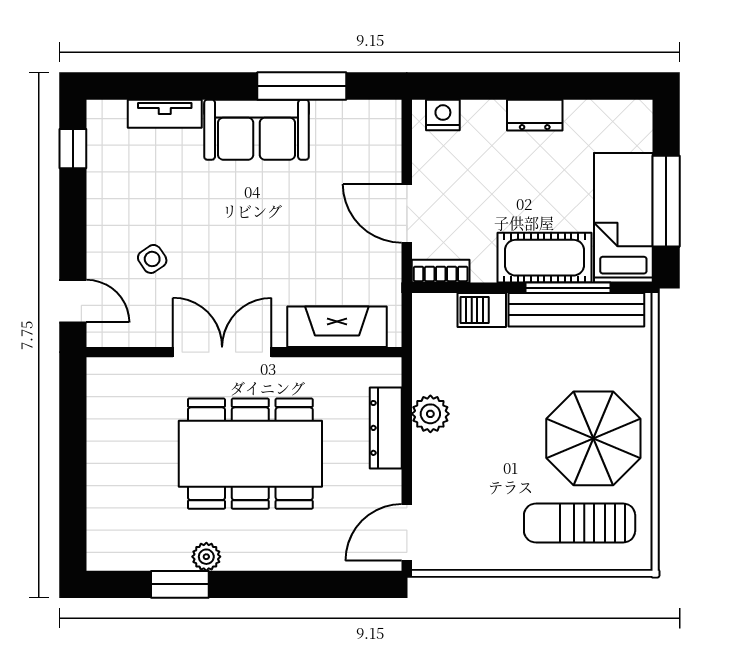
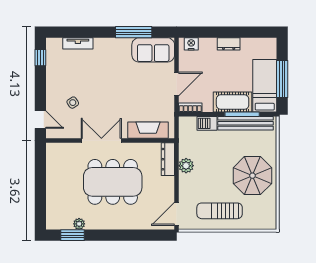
sofa: (257, 130) -> (153, 50), moved
door: (407, 213) -> (176, 84), swing flipped
dresser: (386, 428) -> (168, 159), moved
sun lounger: (580, 523) -> (220, 211), moved
plant: (206, 557) -> (79, 224), moved
window: (180, 584) -> (73, 235), moved

